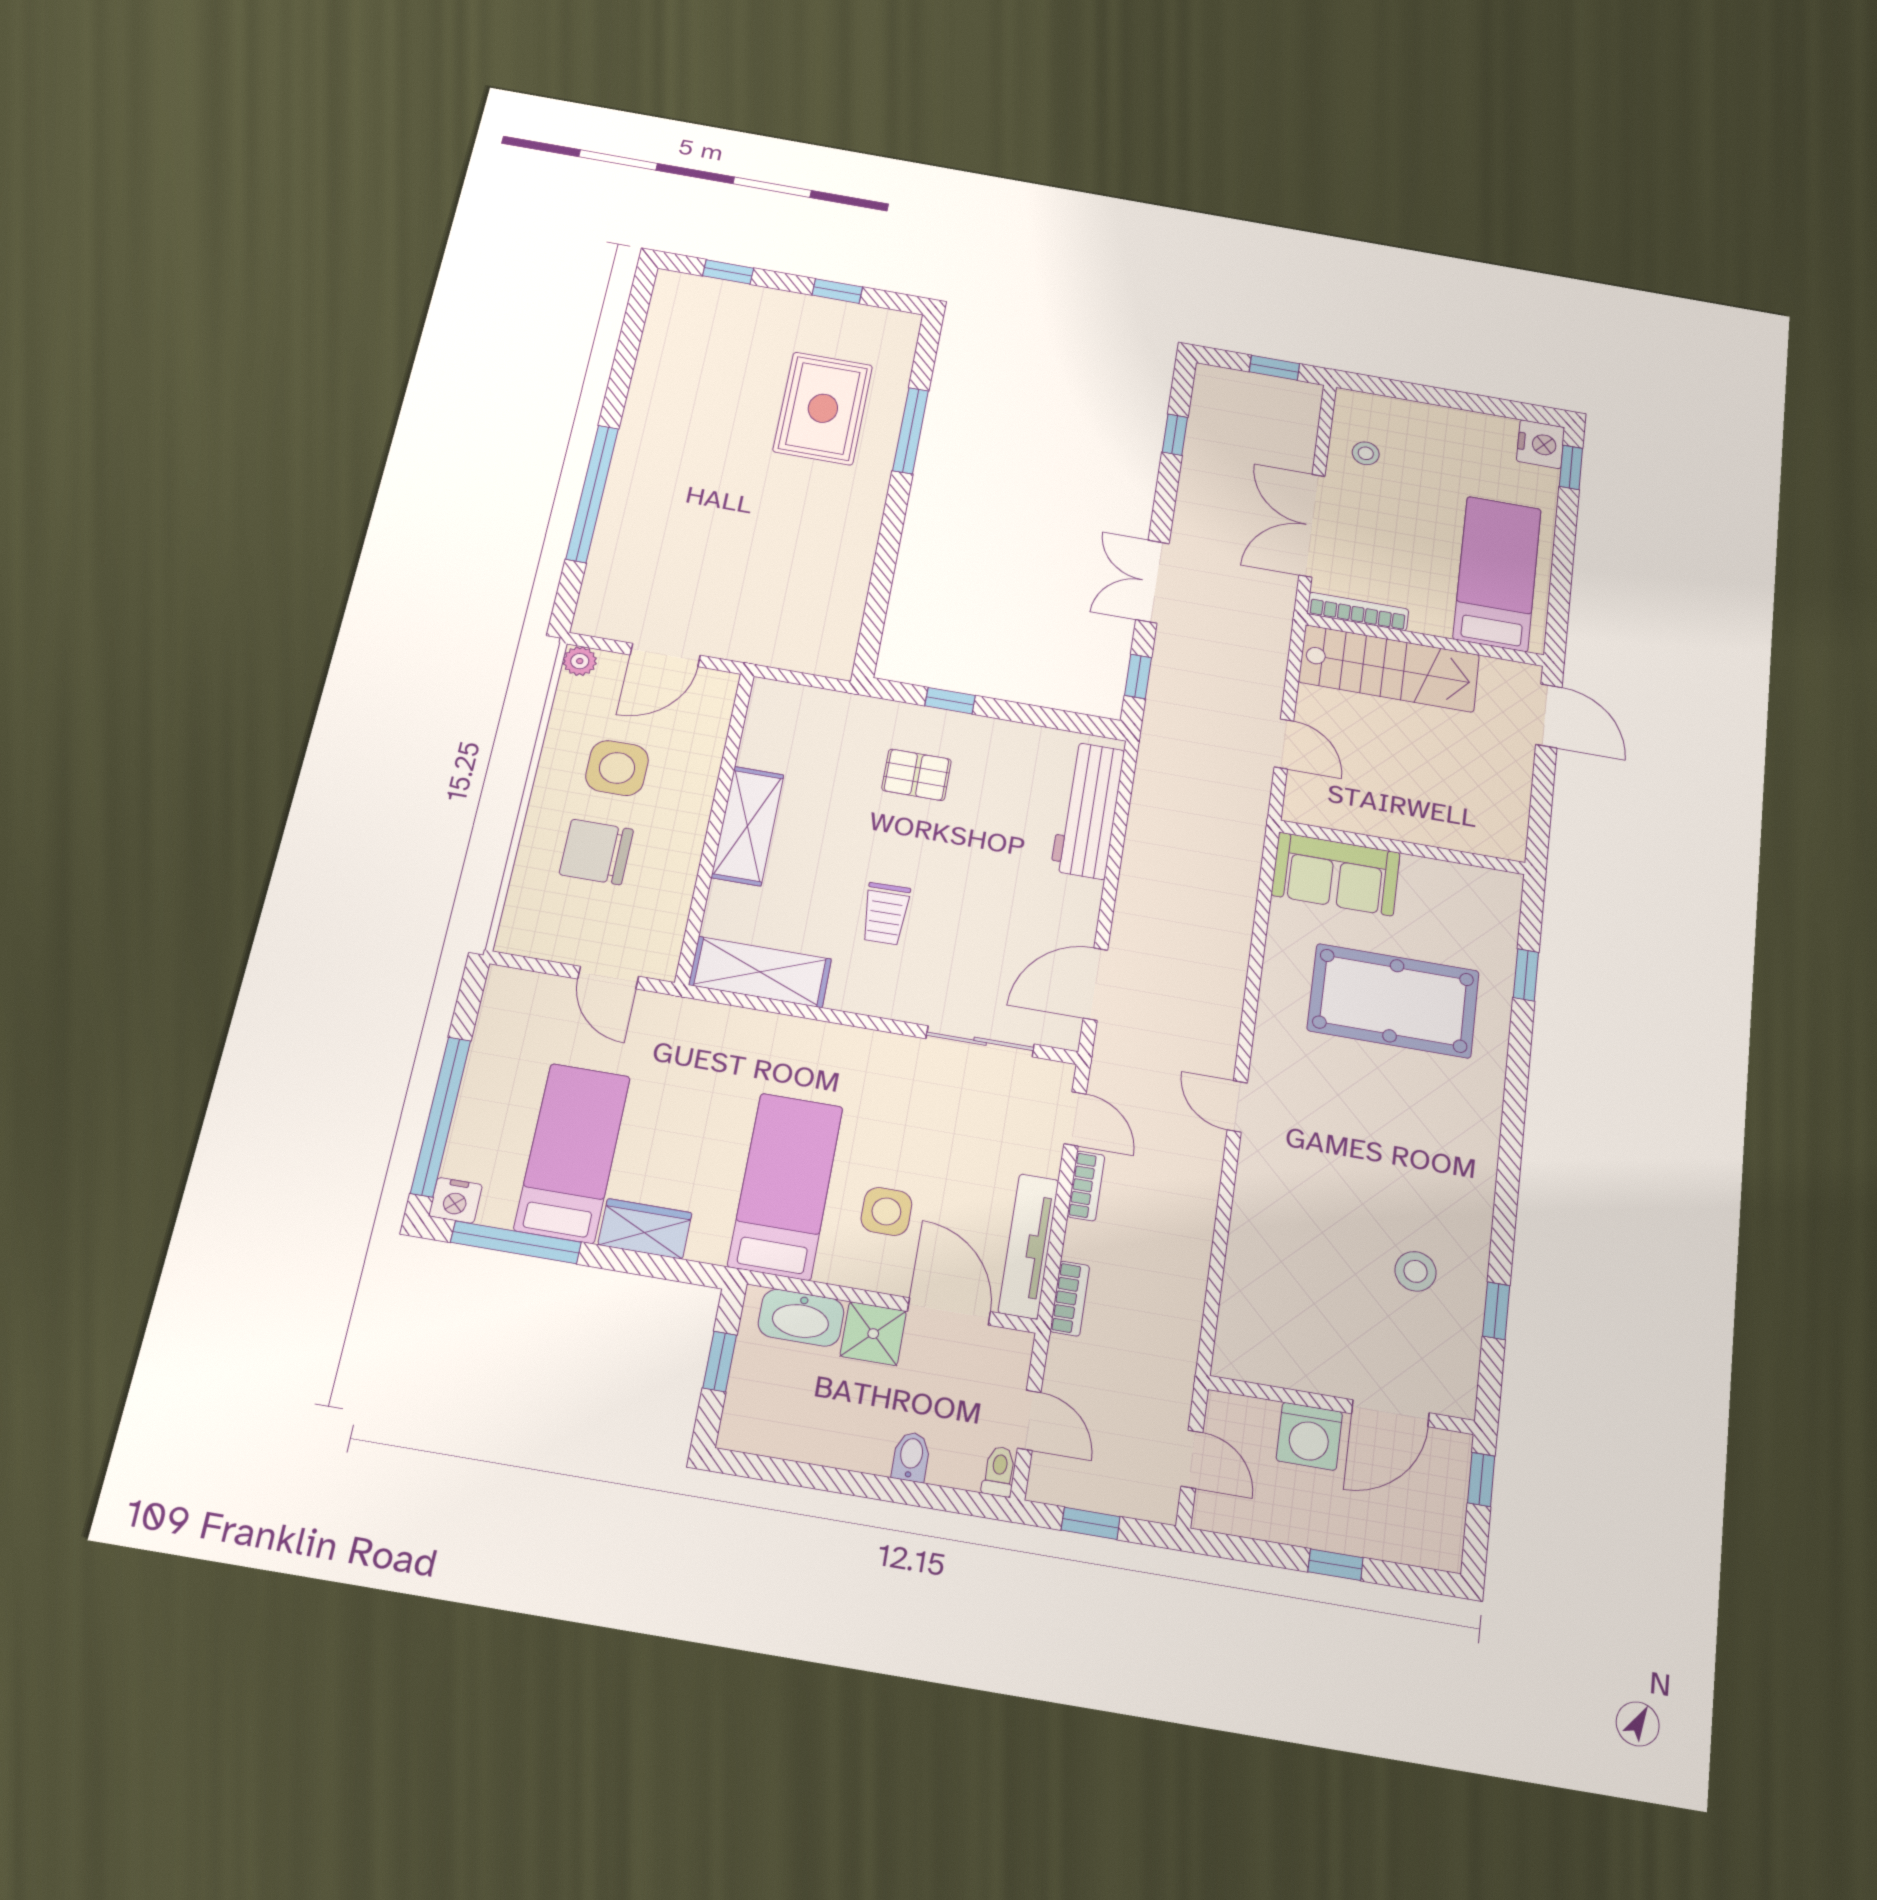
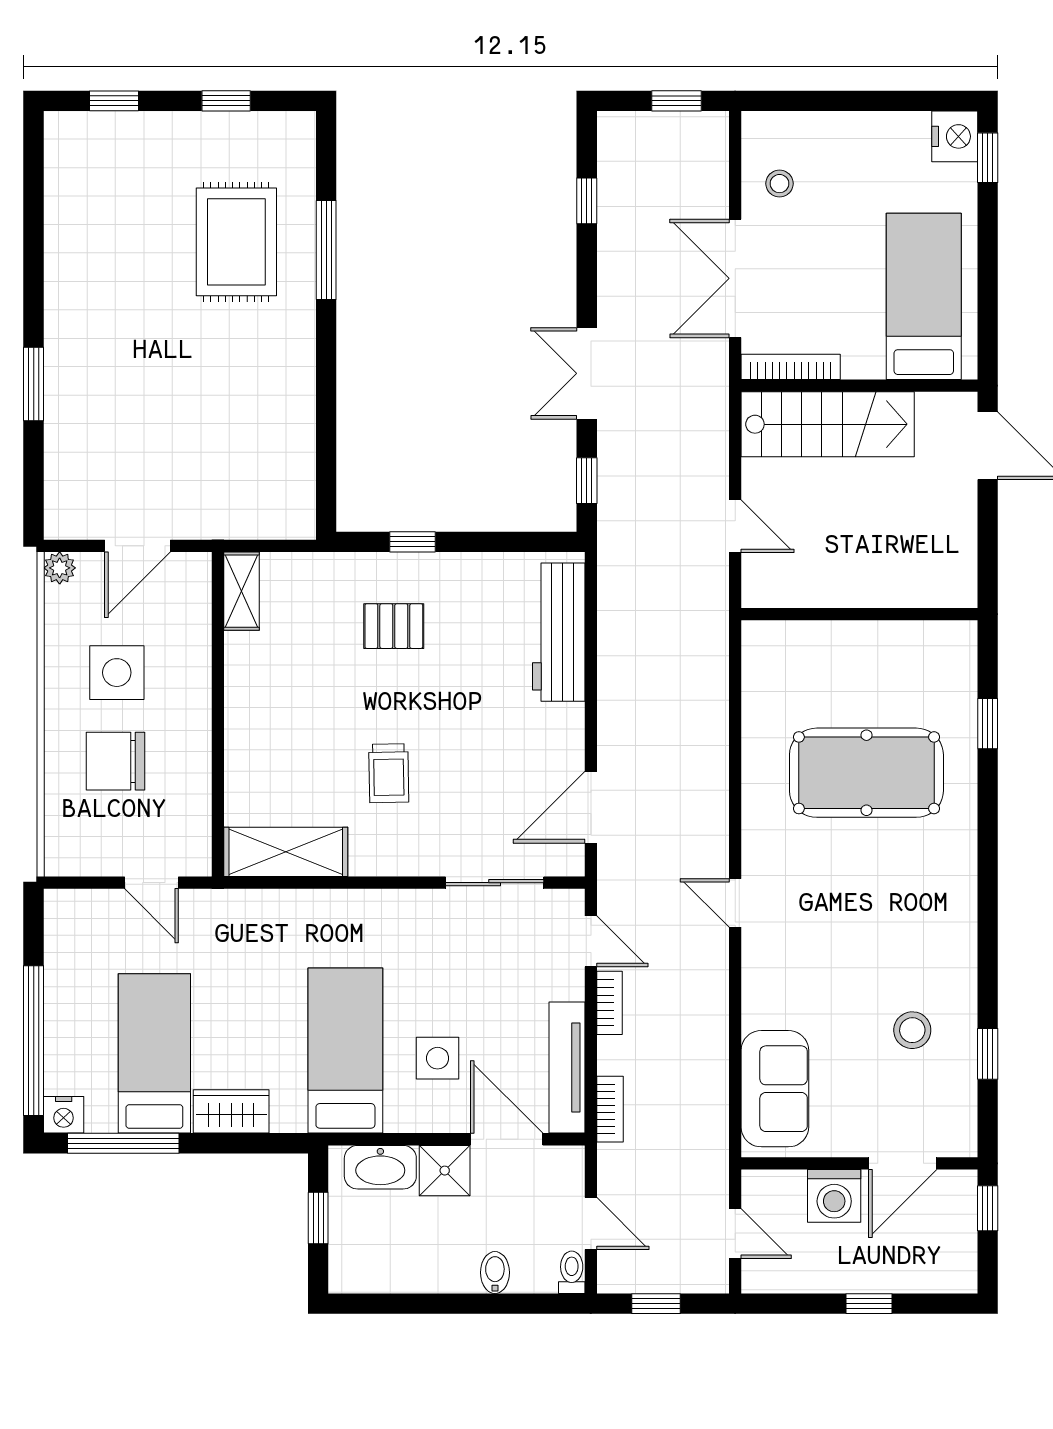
window: (592, 493) -> (34, 384), width x0.47
shelving: (748, 826) -> (242, 591), moved, width x0.67, depth x0.75
sofa: (1336, 874) -> (775, 1089), moved, turned -90

